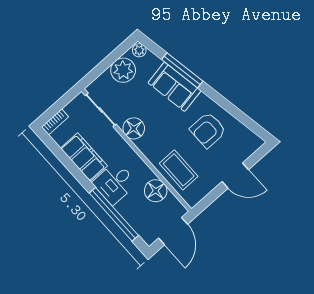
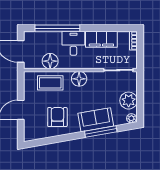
floor lamp: (134, 128) -> (79, 79), moved

